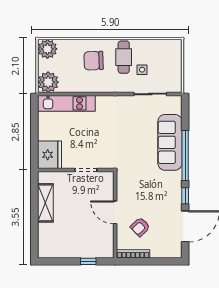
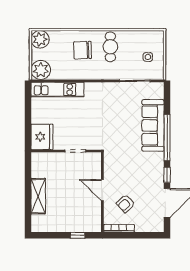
side table: (142, 70) -> (148, 57), moved
shelving: (45, 203) -> (38, 196), moved

